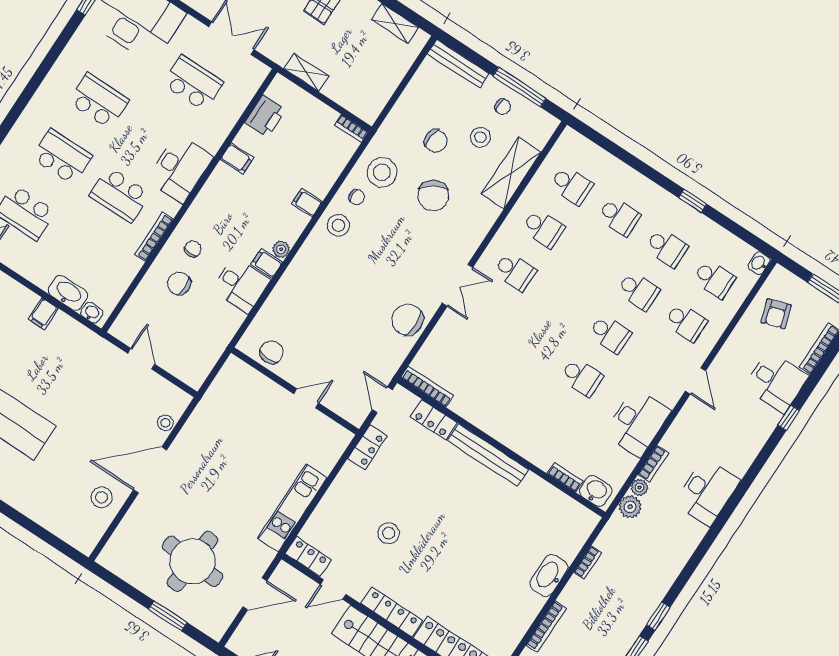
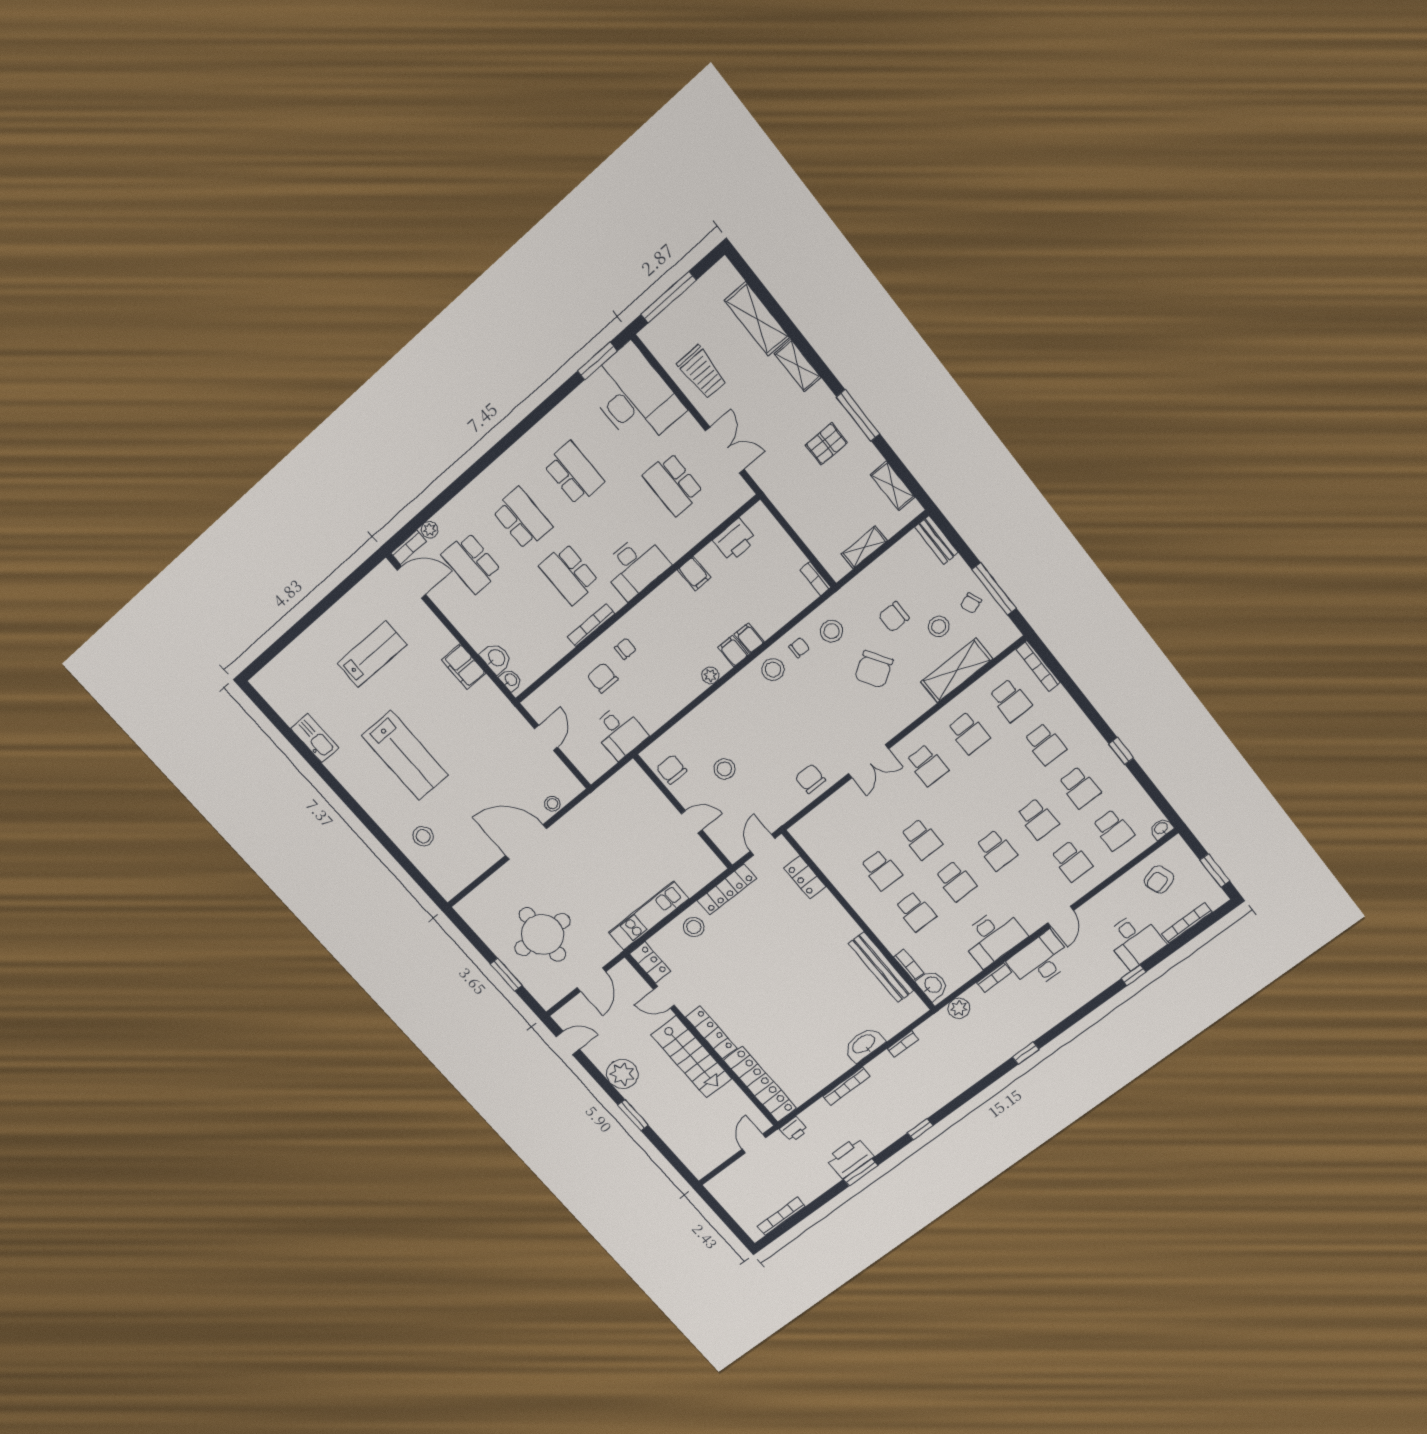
bench: (458, 64) -> (937, 540), width x0.73
shelving: (306, 72) -> (864, 547), moved, turned 90
school desk: (193, 83) -> (673, 484), turned 180
chair: (503, 107) -> (971, 603), turned 69
chair: (436, 141) -> (894, 617), turned 85
stool: (382, 172) -> (832, 631), width x0.73, depth x0.73
chair: (357, 197) -> (799, 648), turned -90
filing cabinet: (267, 263) -> (733, 651), moved
desk: (241, 285) -> (619, 732), moved
washbasin: (68, 293) -> (496, 658), width x0.72
filing cabinet: (43, 314) -> (464, 667), width x2.00
chair: (407, 320) -> (810, 779), width x0.73, depth x0.73
stool: (322, 336) -> (724, 769), added
school desk: (534, 346) -> (922, 839), added
chair: (271, 352) -> (672, 770), turned -90
bookcase: (427, 387) -> (1038, 666), moved, turned 180
school desk: (506, 389) -> (881, 870), added
school desk: (553, 420) -> (916, 911), added
locker: (367, 447) -> (727, 889), width x1.53
bench: (488, 455) -> (881, 967), moved
plant: (639, 487) -> (974, 994), removed
desk: (707, 492) -> (1040, 961), moved, turned 180
stool: (101, 497) -> (423, 836), moved
stool: (389, 533) -> (694, 927), moved
door: (255, 594) -> (591, 980), hinge flipped
window: (658, 616) -> (1026, 1053), moved

